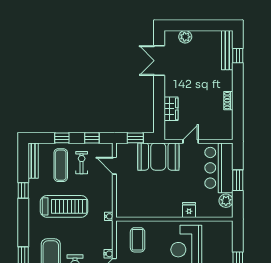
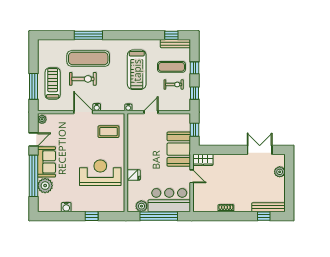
wardrobe: (171, 109) -> (203, 160), moved
door: (114, 166) -> (151, 112), moved
window: (238, 180) -> (159, 216), width x2.11
window: (23, 190) -> (171, 35), moved

